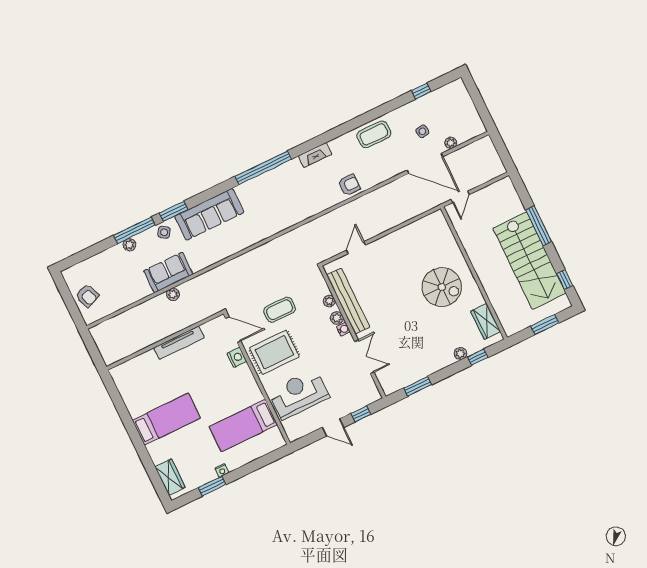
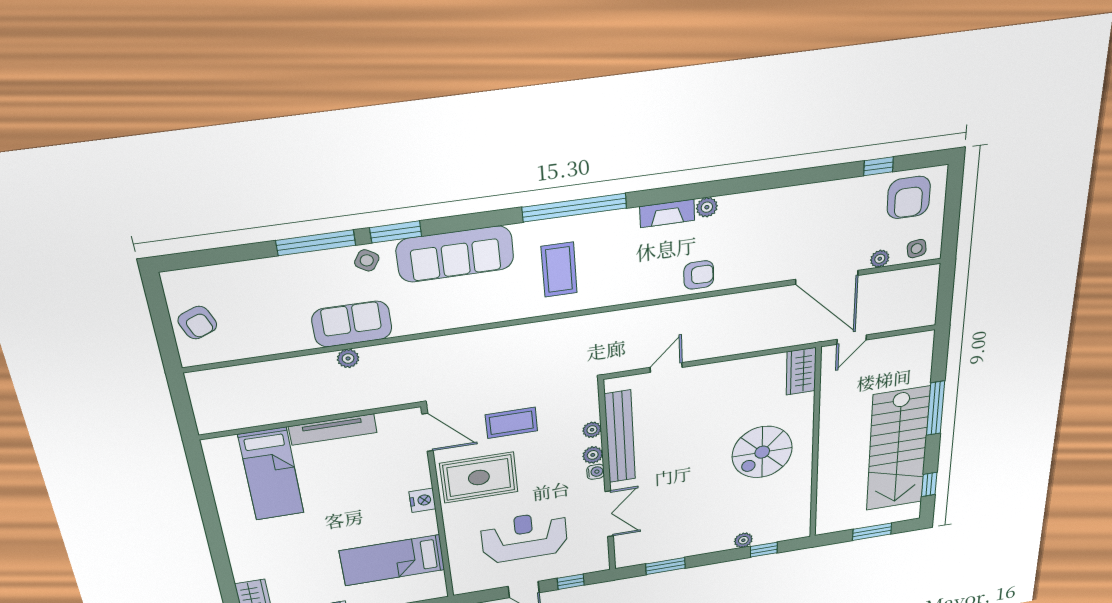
armchair: (448, 103) -> (909, 197), added
side table: (422, 131) -> (917, 249), moved
coffee table: (374, 134) -> (559, 270), moved, turned 90
plant: (130, 245) -> (707, 207), moved
spiral stairs: (442, 287) -> (762, 452), turned 90
wardrobe: (486, 321) -> (801, 371), moved
nightstand: (237, 357) -> (422, 500), moved
reception desk: (299, 394) -> (524, 537), moved
bed: (166, 419) -> (271, 474), moved, turned 90

